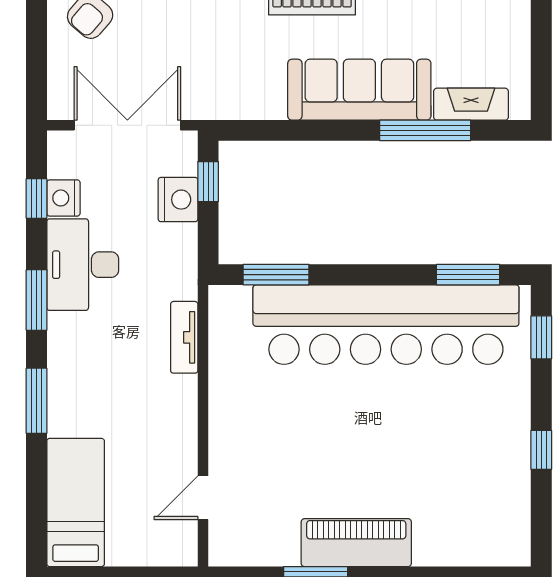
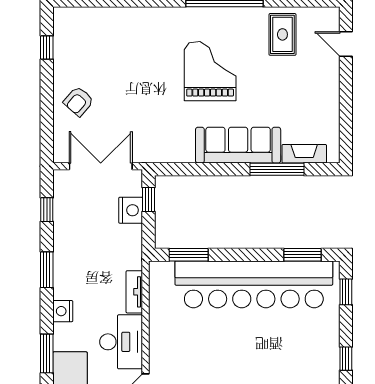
nightstand: (63, 198) -> (63, 311), moved
desk: (83, 265) -> (121, 342), moved, turned 180
window: (36, 401) -> (47, 354), moved

